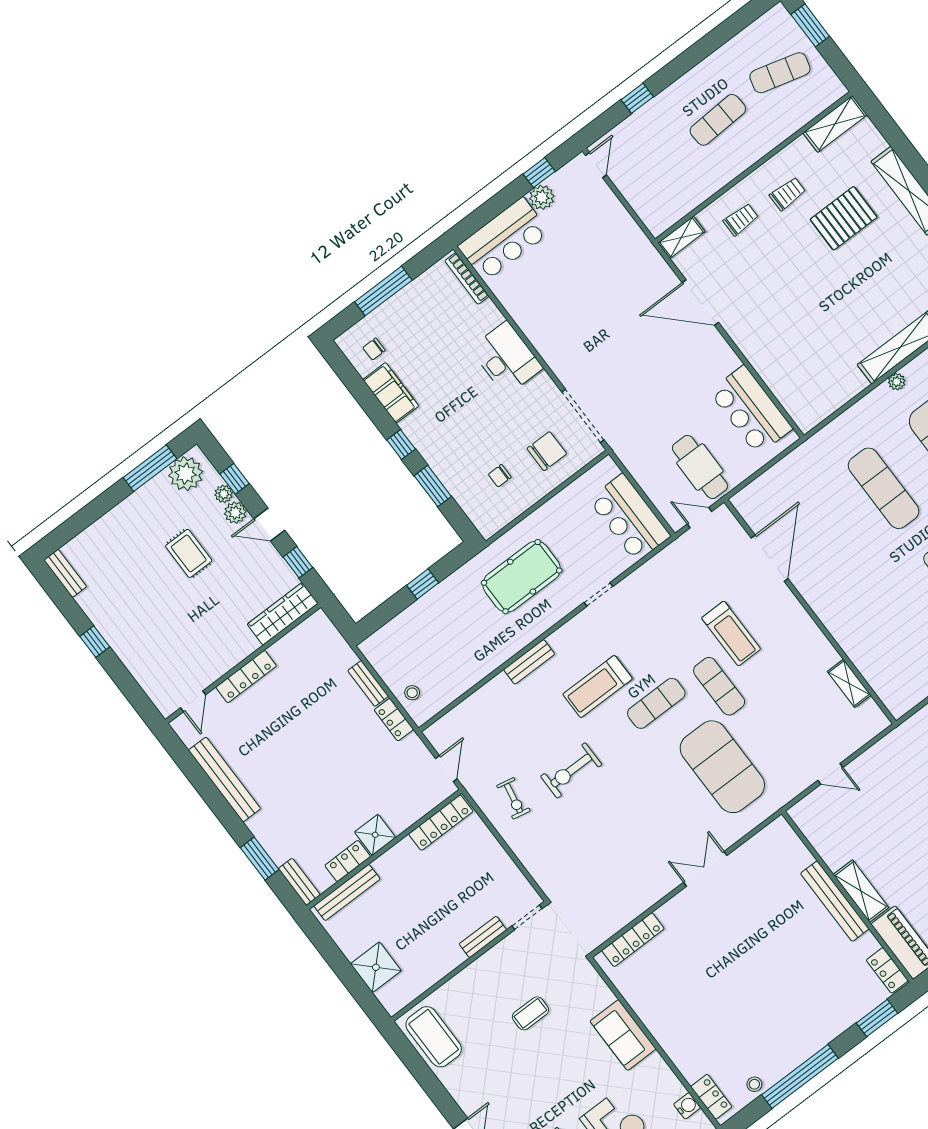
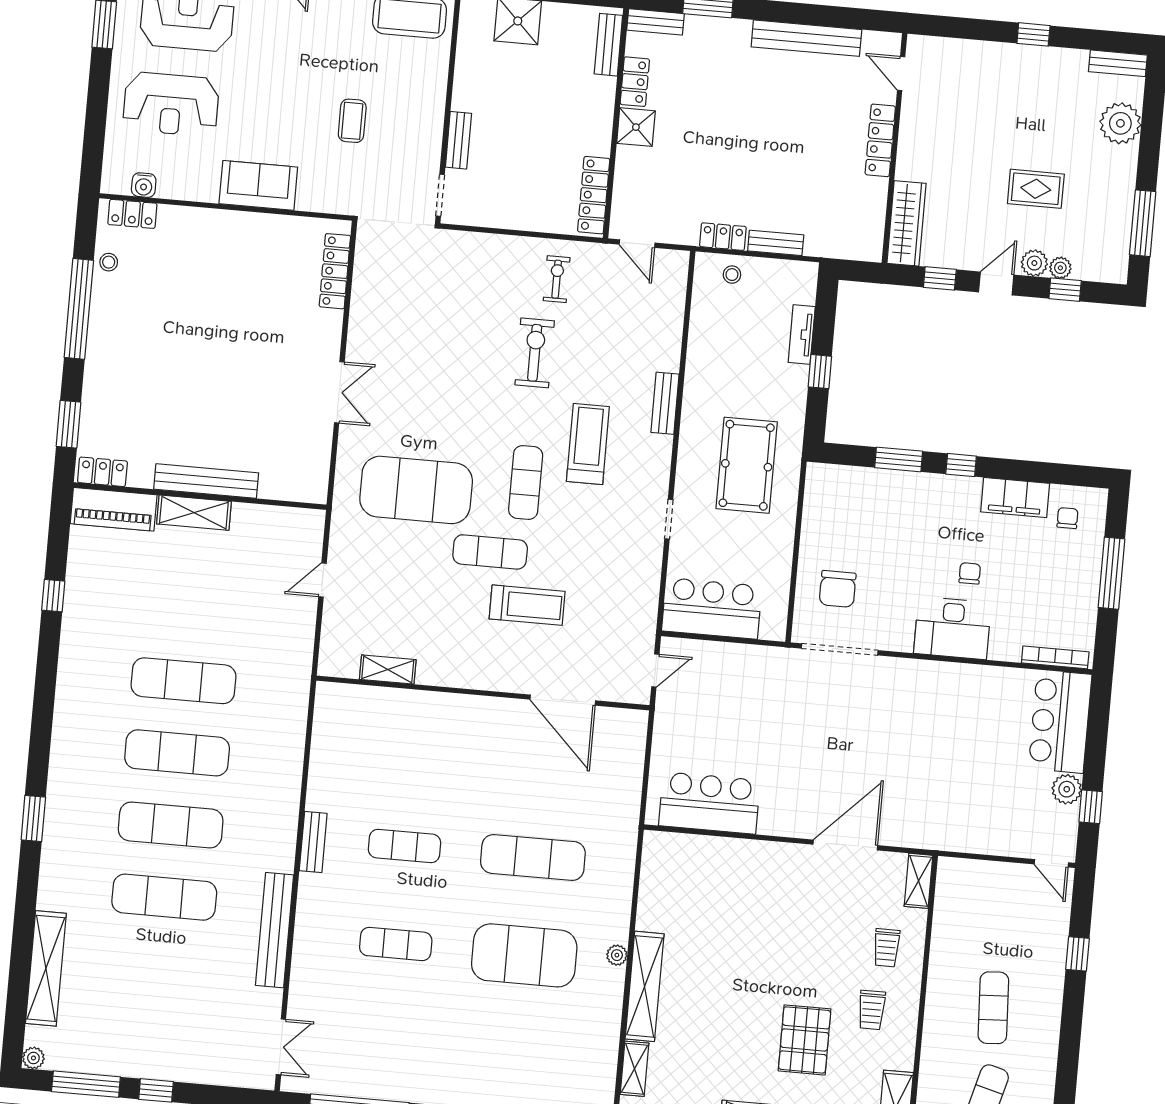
cafe table: (700, 467) -> (700, 712), removed
plant: (186, 474) -> (1120, 123), moved
chair: (500, 476) -> (970, 573), moved
tv unit: (410, 616) -> (802, 334), added
treadmill: (731, 633) -> (527, 605), turned 180
exercise bike: (513, 798) -> (557, 279), turned 79
bench: (347, 892) -> (608, 45), width x0.73

